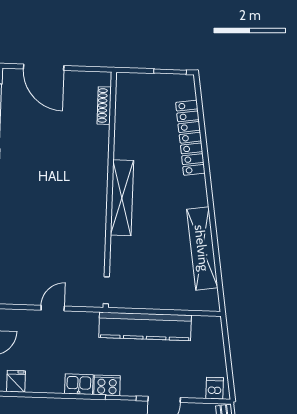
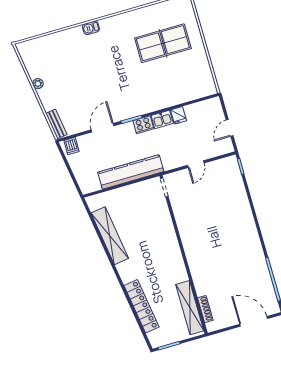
shelving: (122, 198) -> (190, 308), moved
fridge: (16, 381) -> (179, 115), moved

